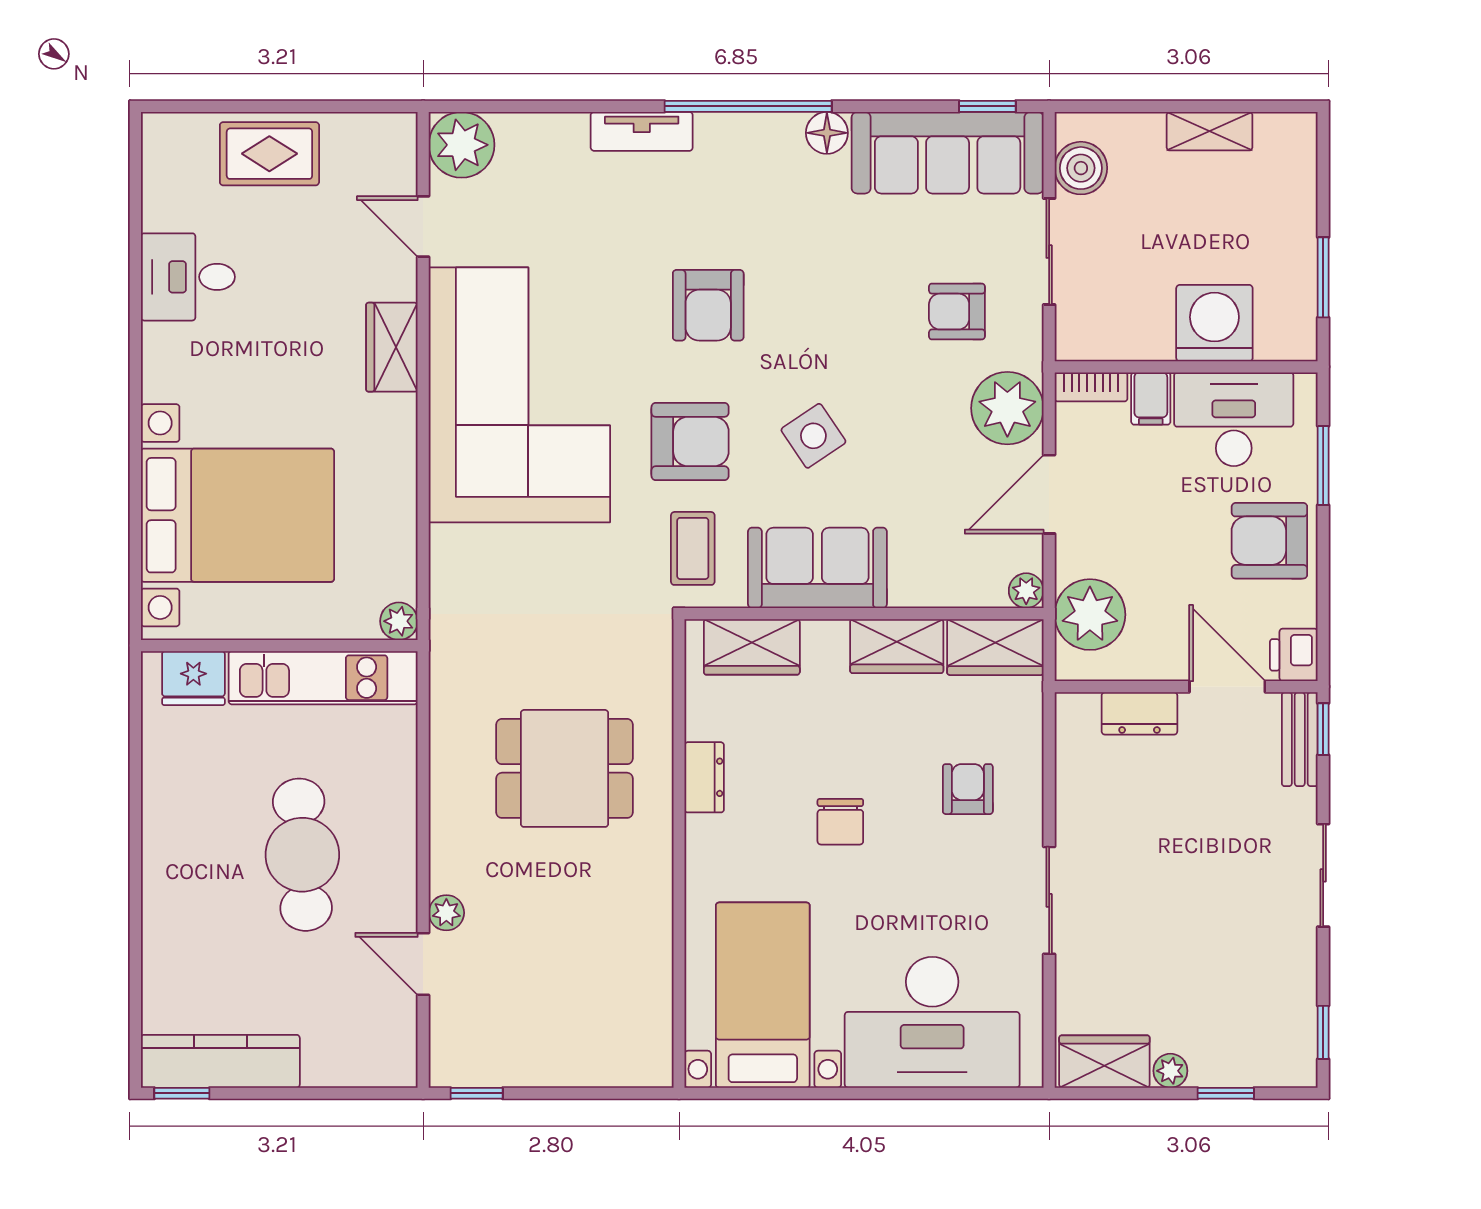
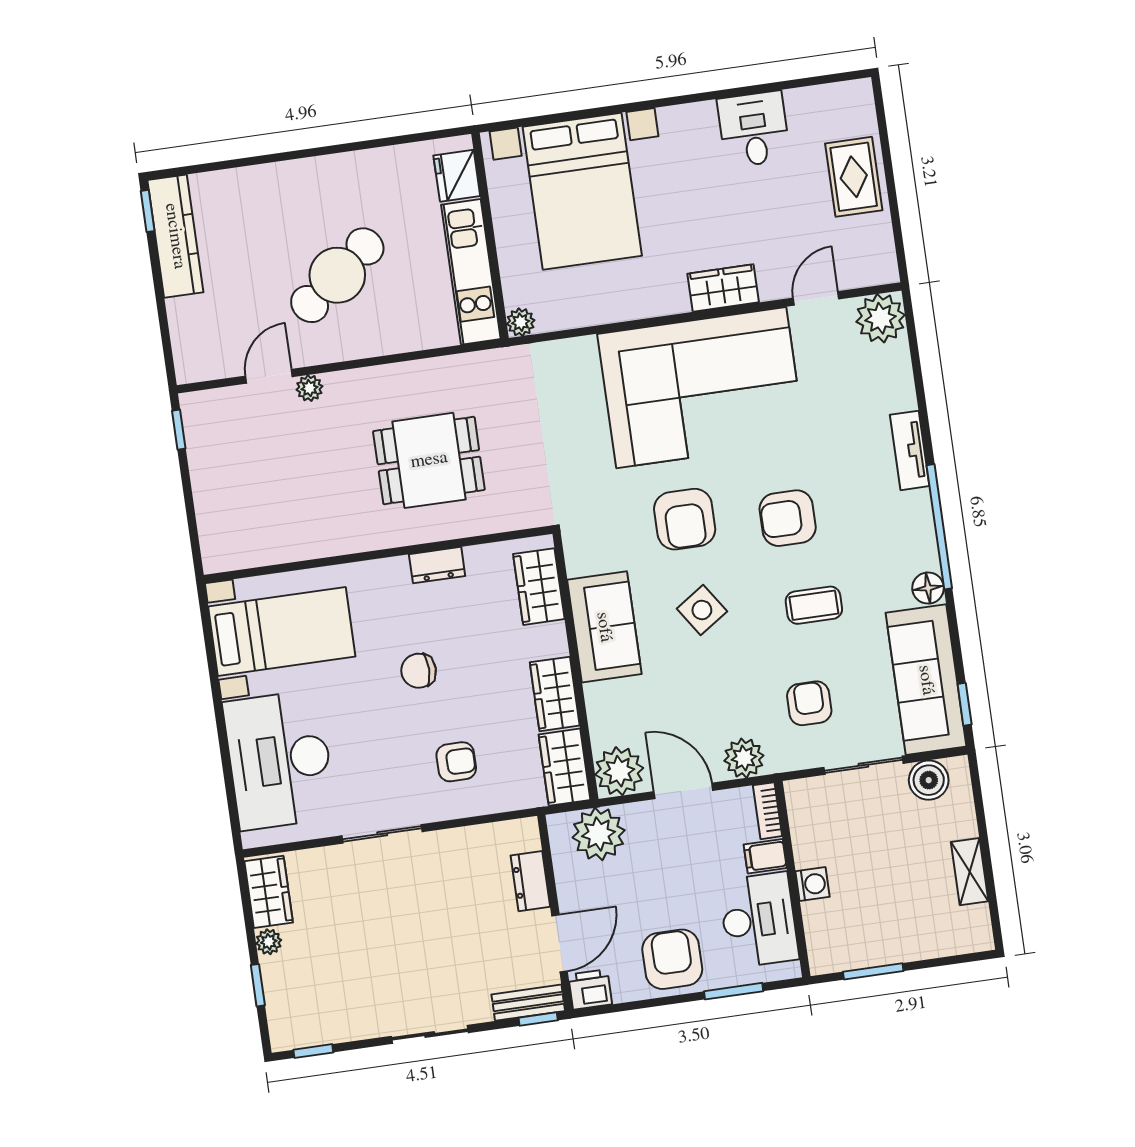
washing machine: (1214, 323) -> (813, 884), width x0.53, depth x0.53
plant: (1007, 408) -> (744, 758), width x0.73, depth x0.73
coffee table: (693, 548) -> (814, 605), moved
plant: (1026, 591) -> (619, 771), width x1.88, depth x1.88
dining table: (564, 768) -> (429, 460), turned 90
cafe table: (302, 855) -> (337, 275), turned -34

